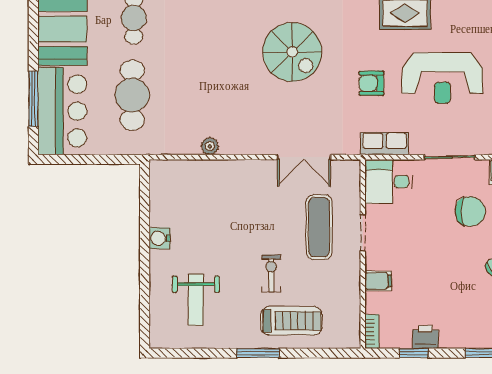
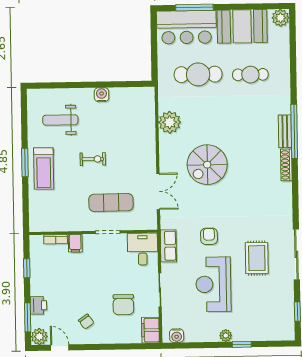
spiral stairs: (292, 52) -> (207, 165), moved
plant: (210, 146) -> (170, 122), width x1.87, depth x1.87
double door: (304, 157) -> (158, 191), swing flipped
exercise bike: (271, 273) -> (93, 159), moved
treadmill: (291, 321) -> (44, 169), moved
bookcase: (372, 331) -> (56, 239), moved
printer: (425, 337) -> (38, 305), moved

